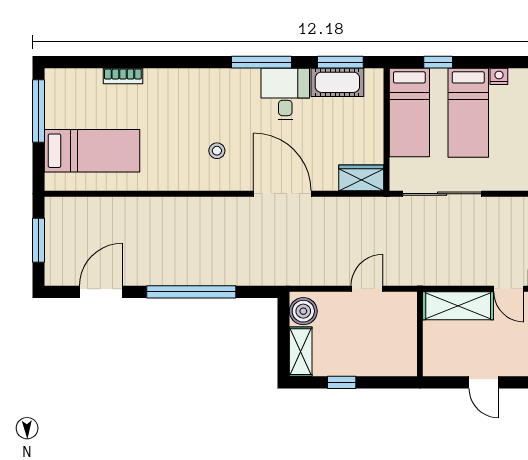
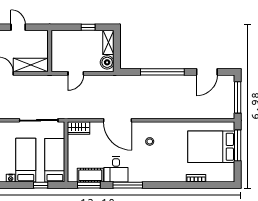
window: (39, 111) -> (238, 145), moved
bed: (92, 151) -> (211, 147), width x1.50
window: (39, 240) -> (238, 97), width x1.44

